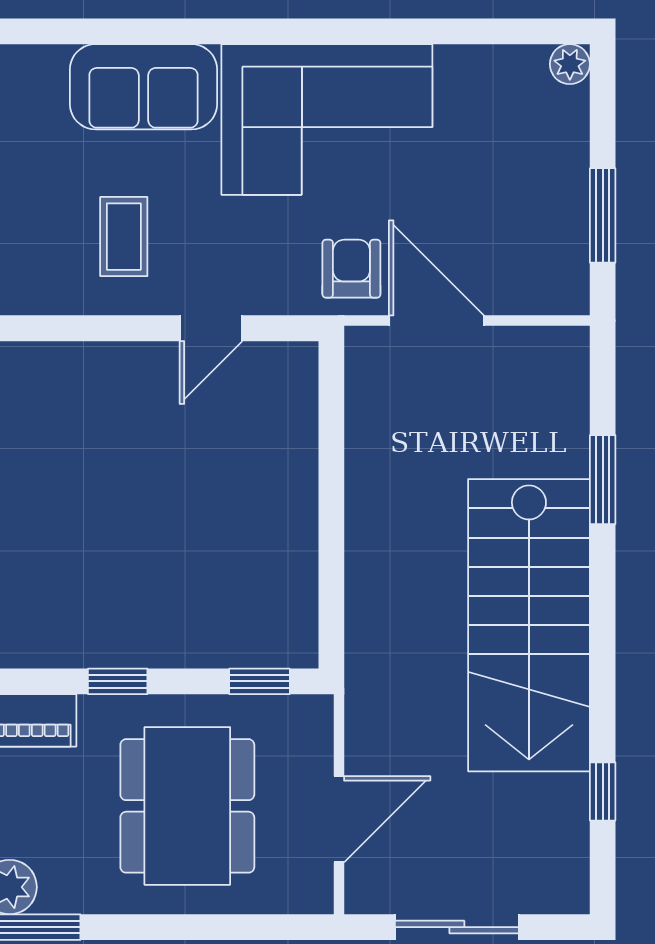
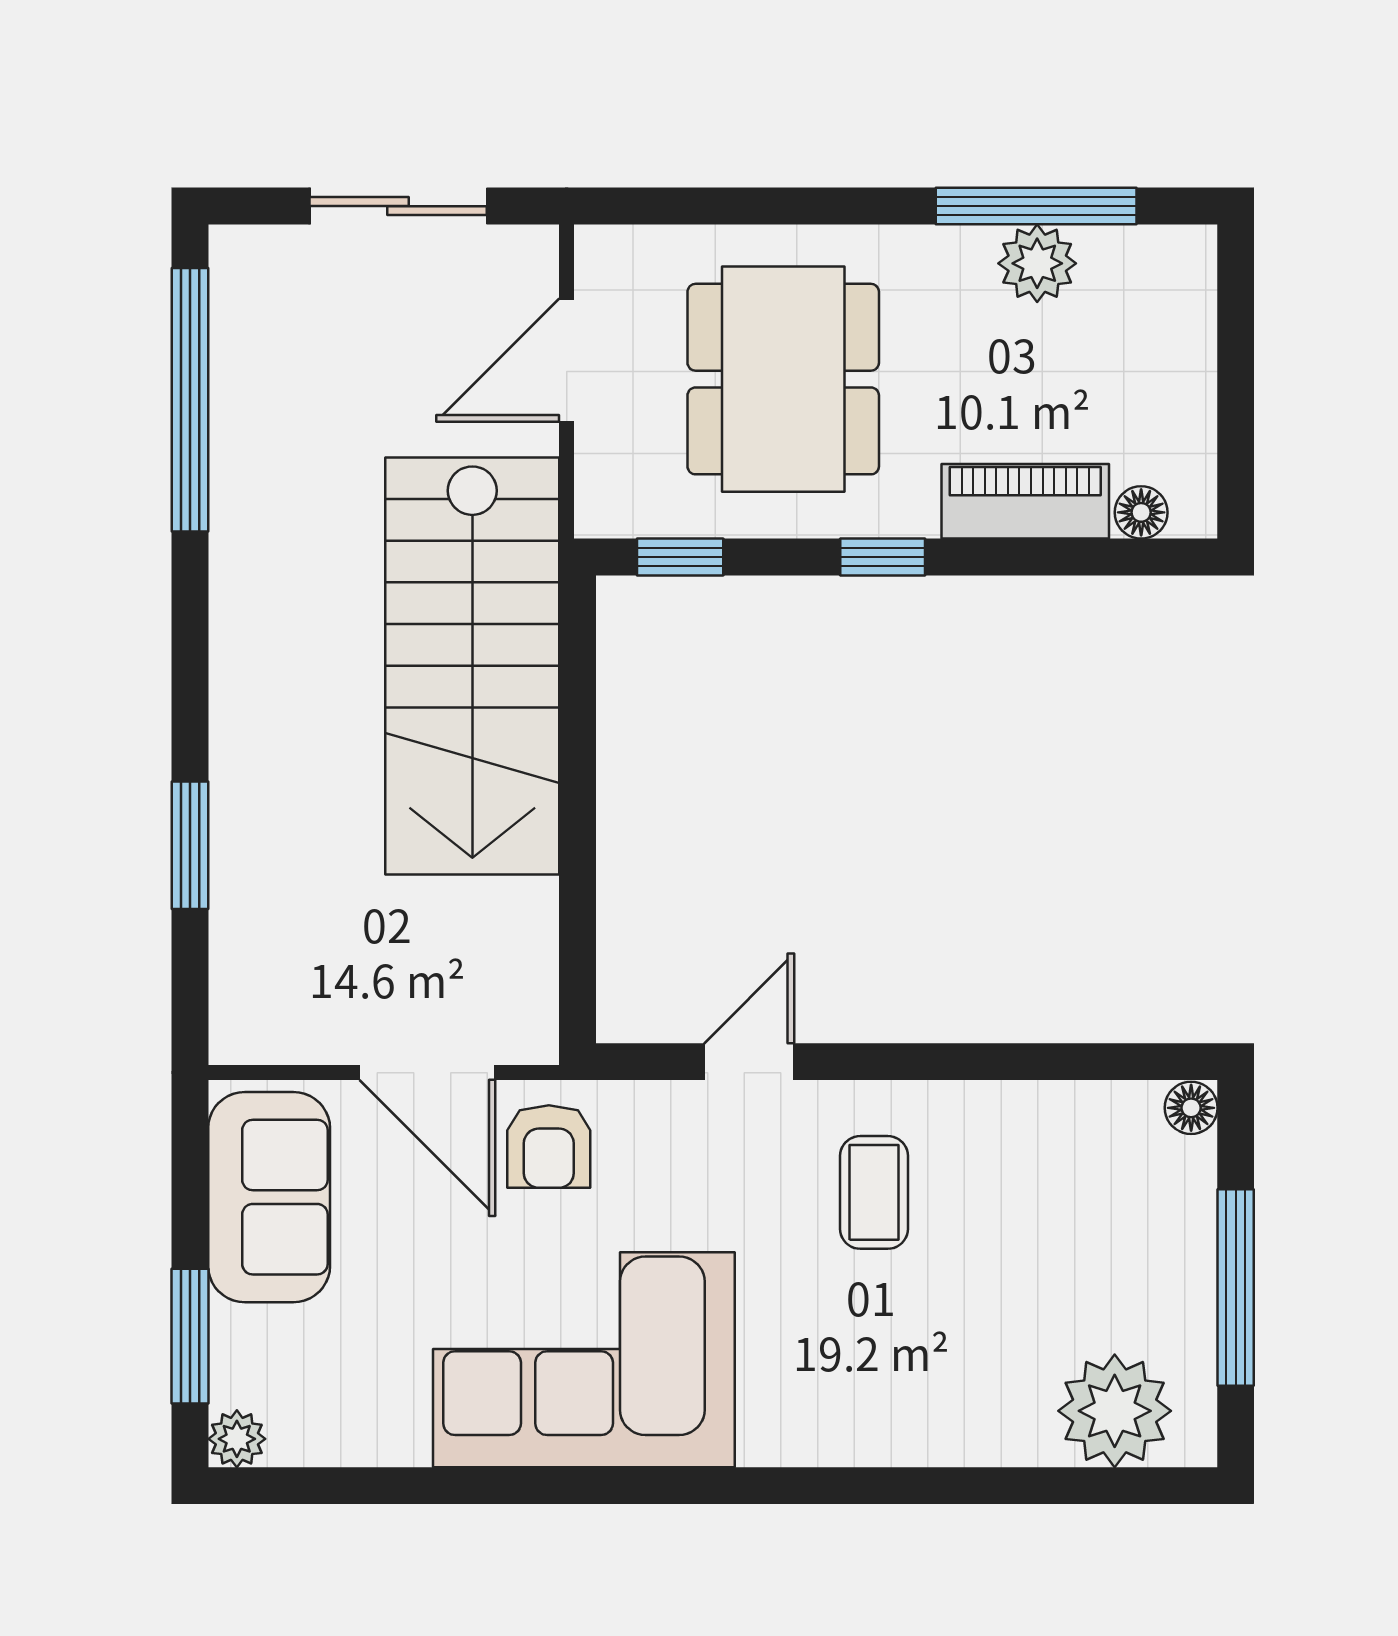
sofa: (144, 87) -> (269, 1197), moved, turned 90
window: (603, 215) -> (190, 1336), moved
stairs: (529, 625) -> (472, 666), moved, turned 180
window: (603, 791) -> (190, 400), width x3.17

